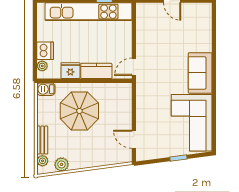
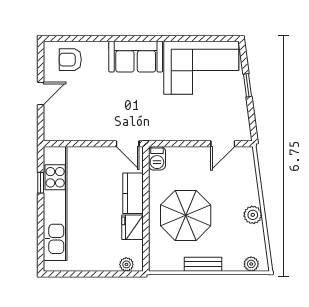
armchair: (198, 23) -> (70, 60), added
dishwasher: (45, 51) -> (106, 260), removed
barbecue: (46, 89) -> (157, 158), moved
bench: (42, 140) -> (203, 264), moved
plant: (62, 164) -> (253, 215), moved

